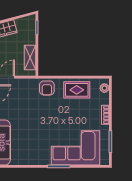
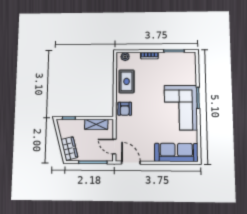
armchair: (47, 88) -> (125, 109), turned 90
corner sofa: (76, 148) -> (181, 108), moved

